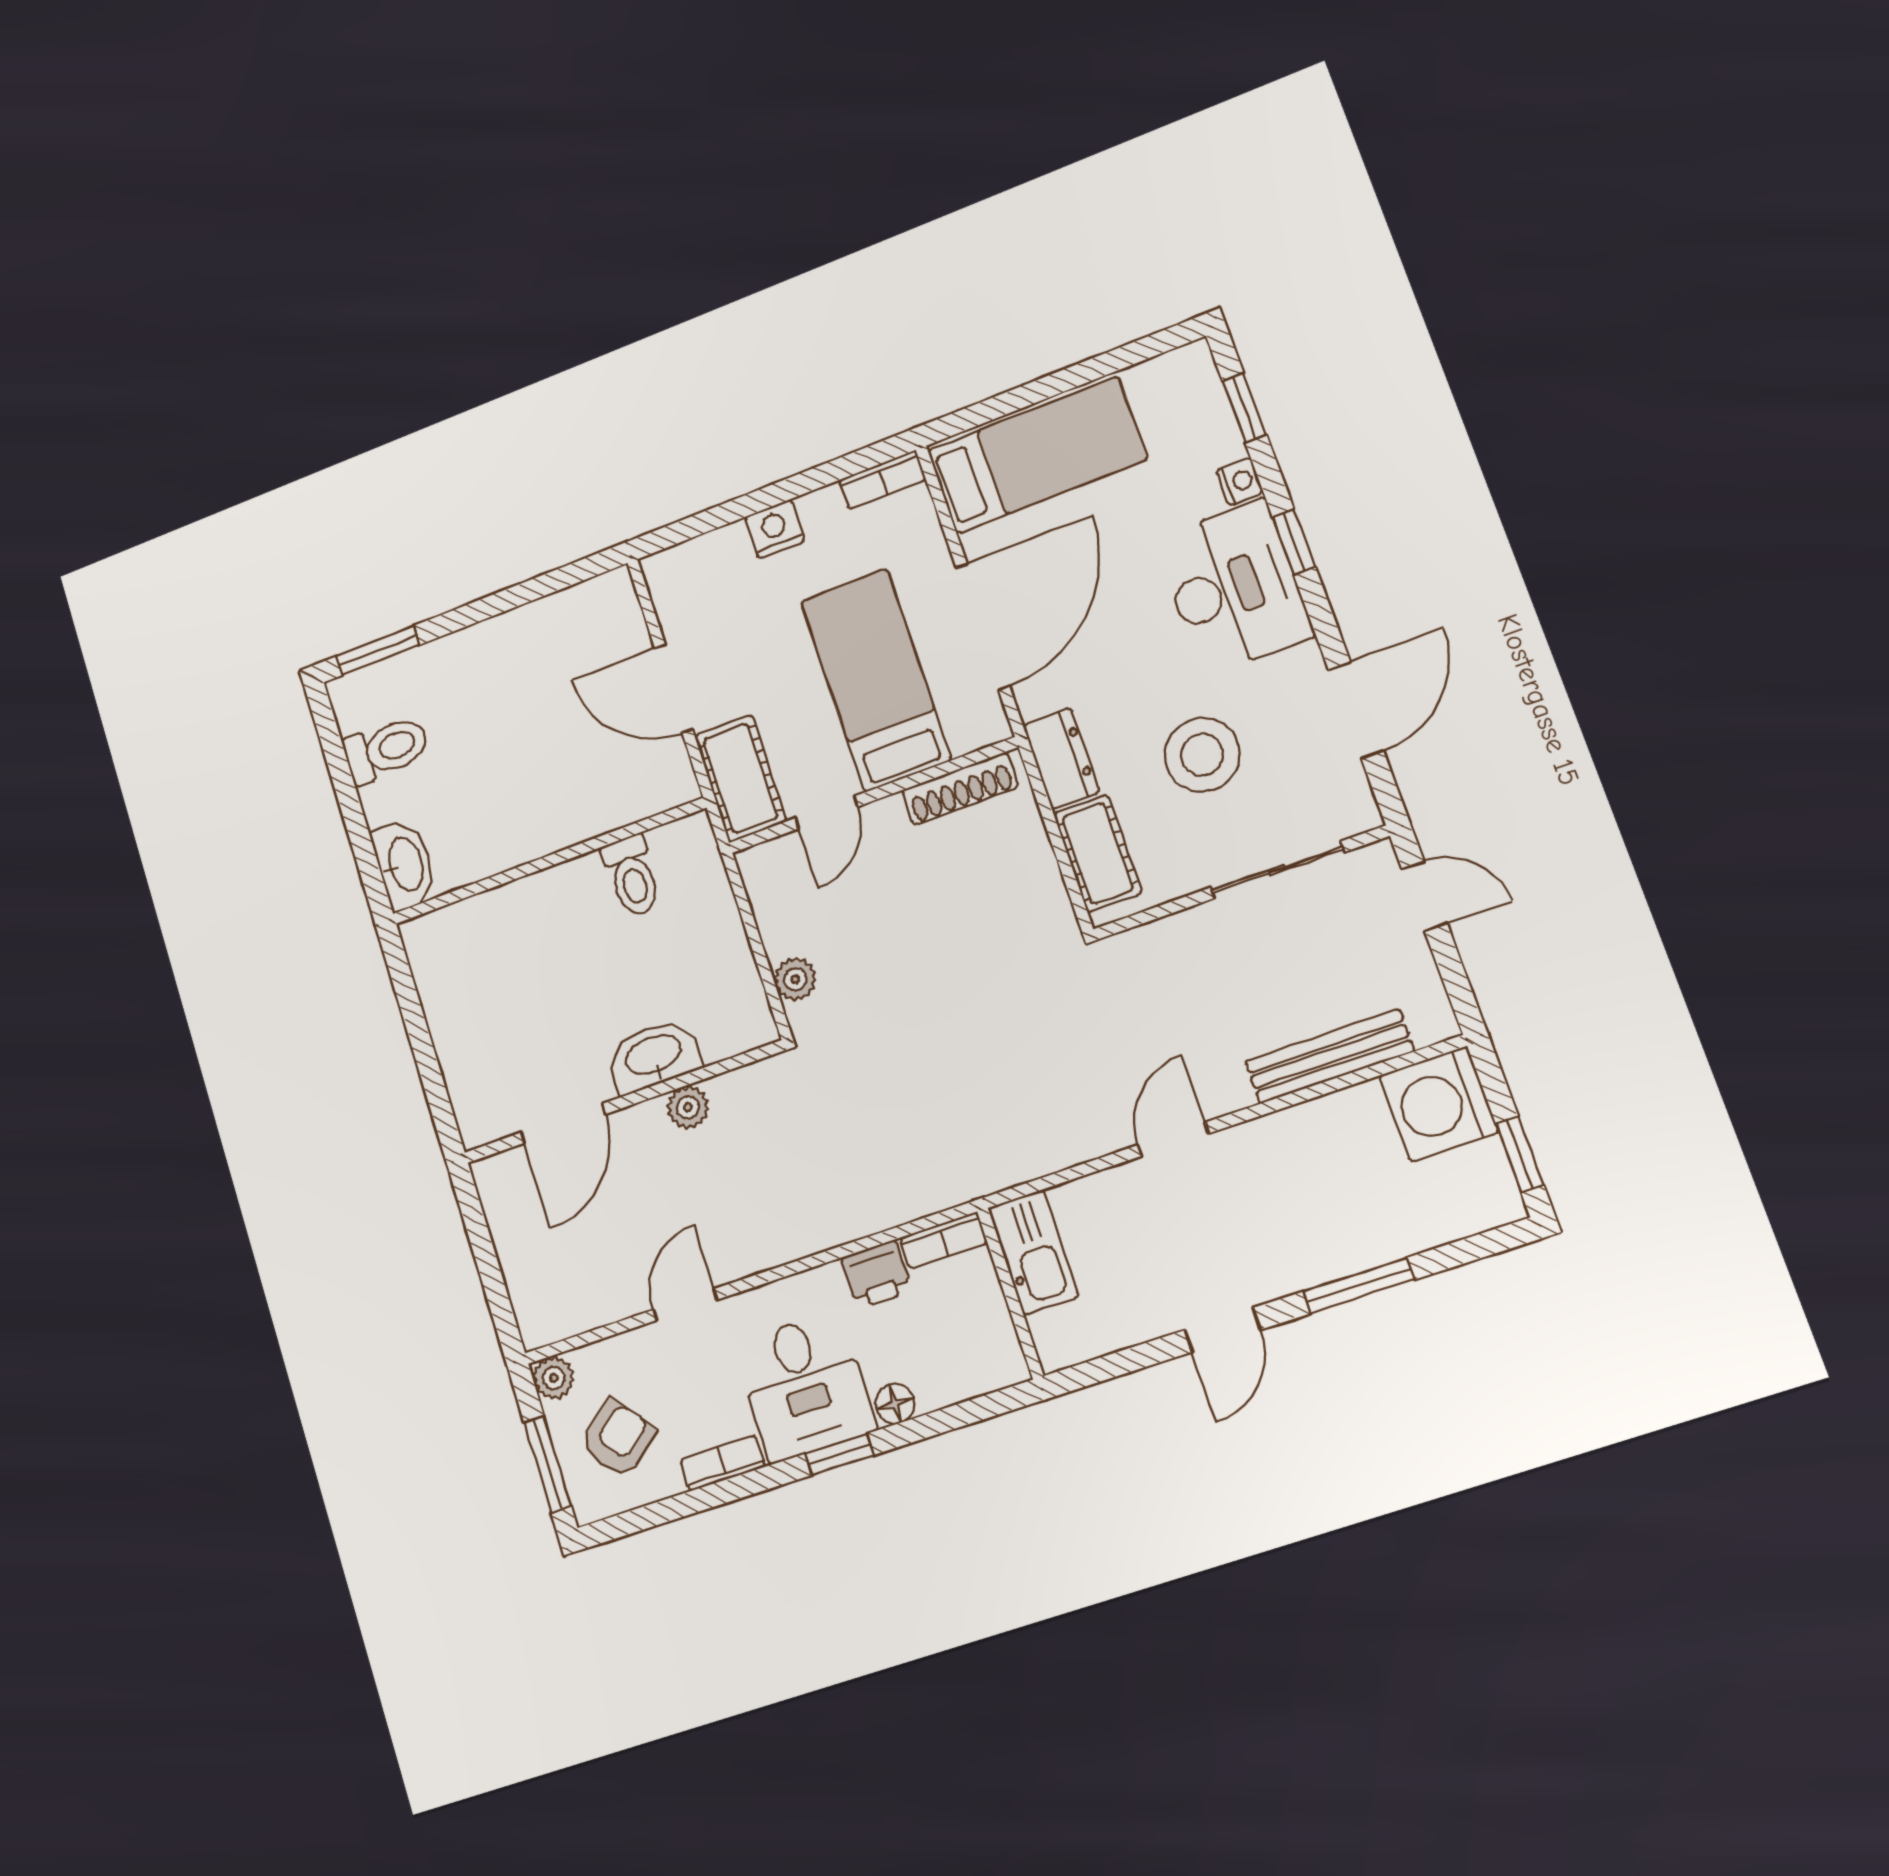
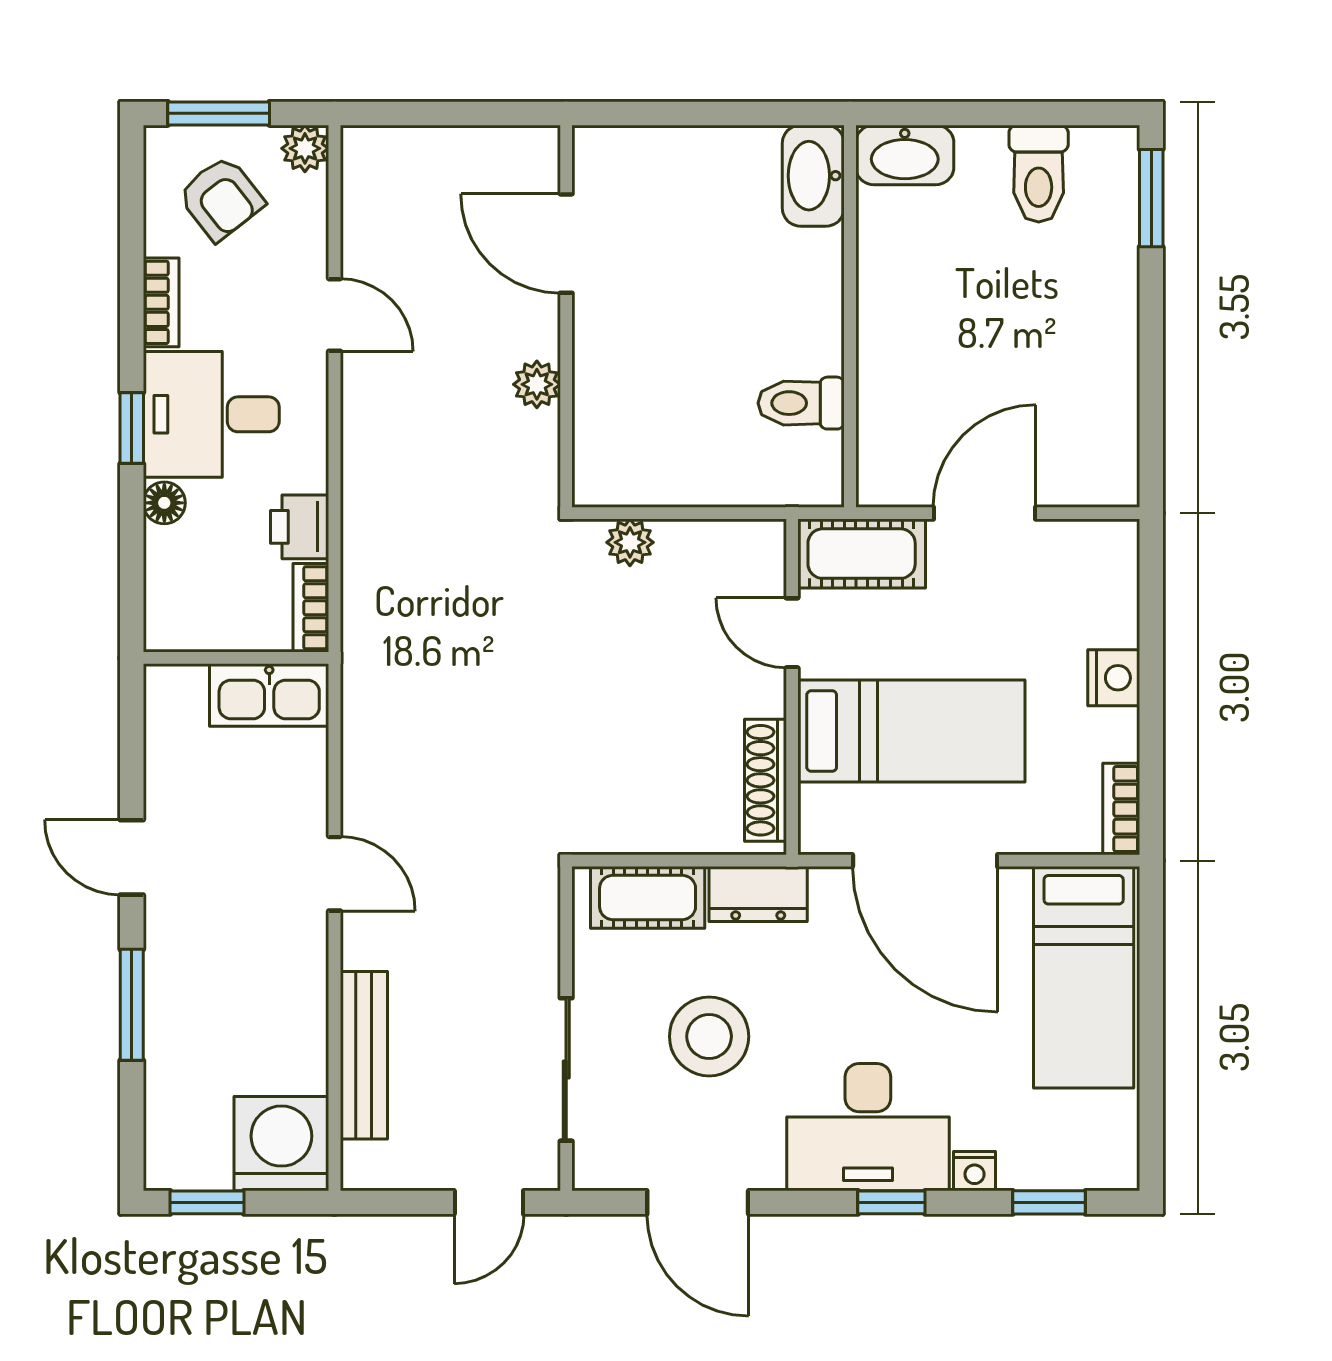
washbasin: (654, 1056) -> (813, 176), moved, turned 180

